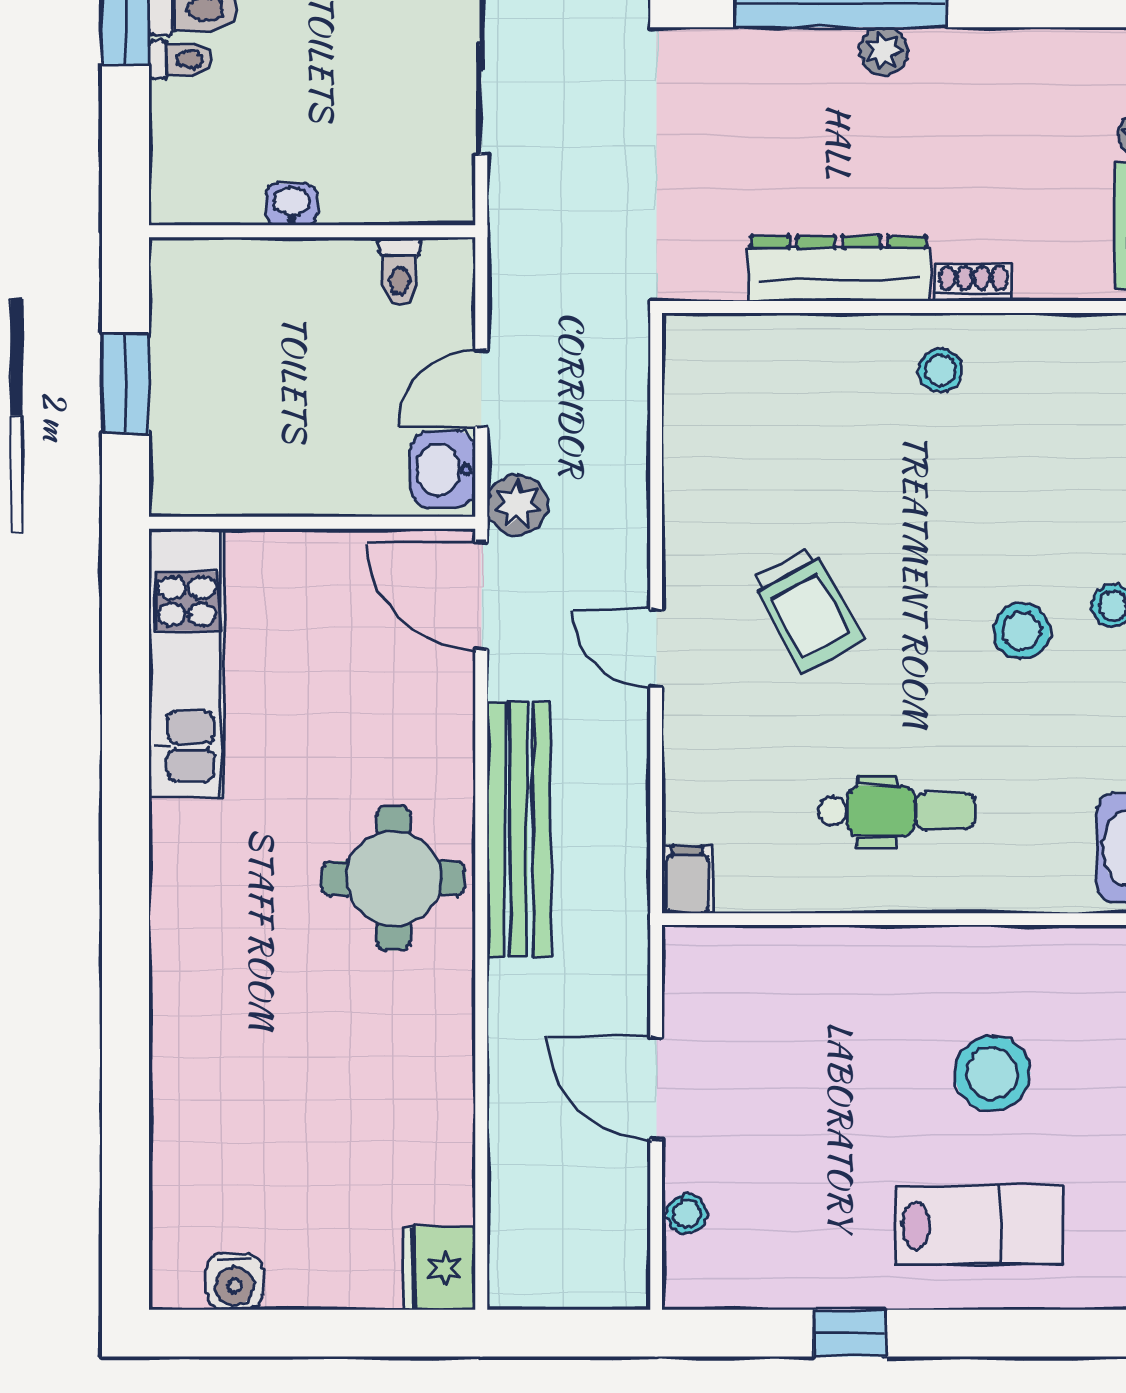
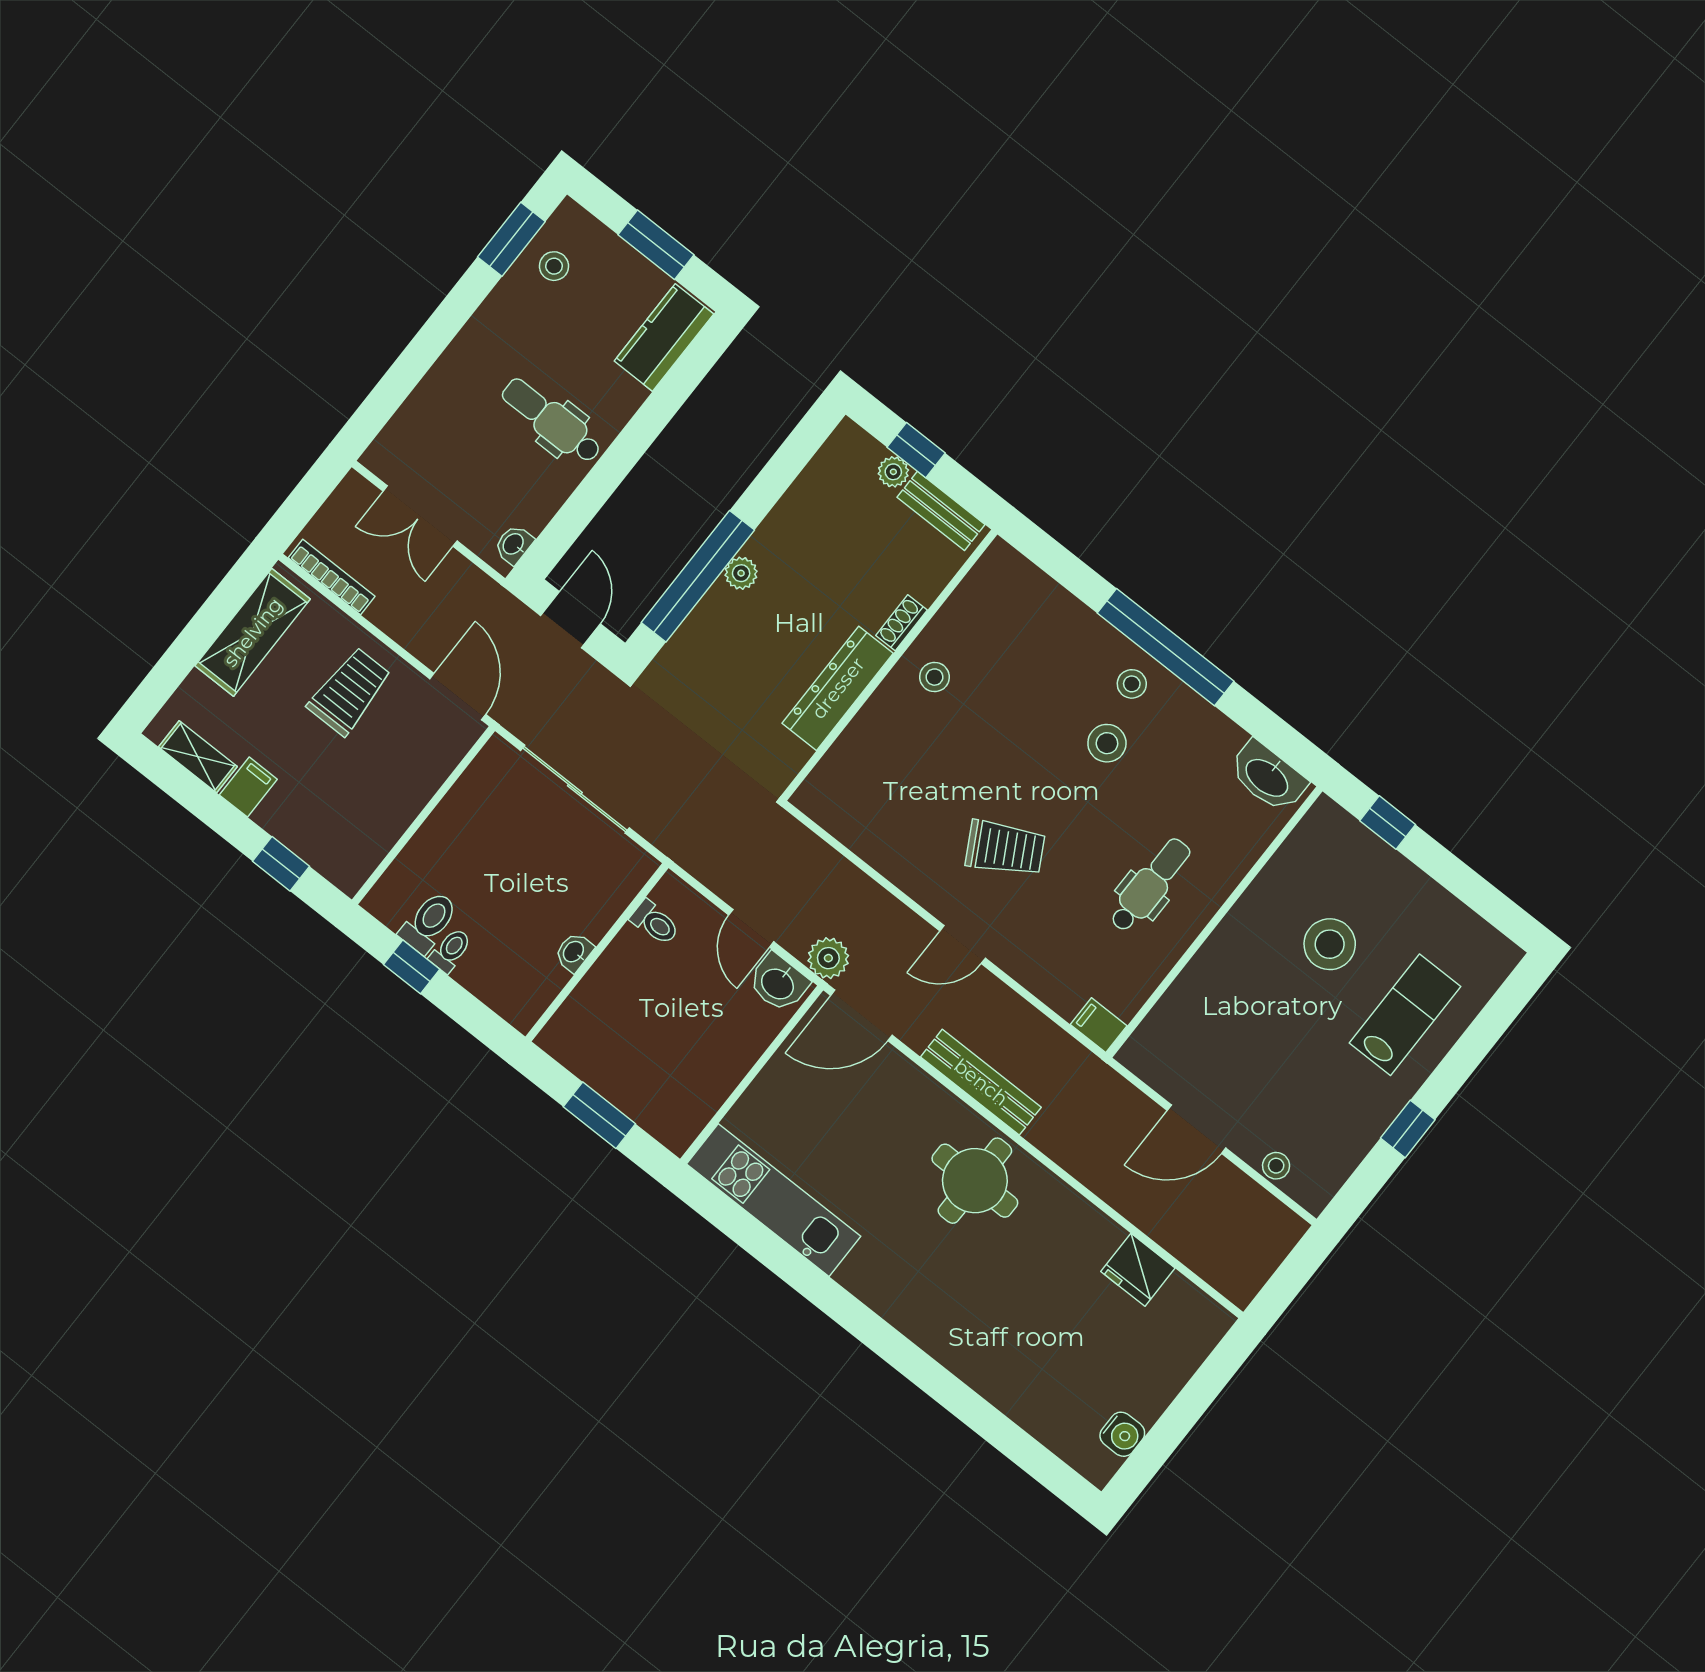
bench: (519, 829) -> (981, 1082), width x0.73, depth x0.82
fridge: (439, 1268) -> (1138, 1270), moved

